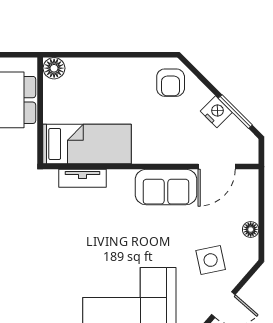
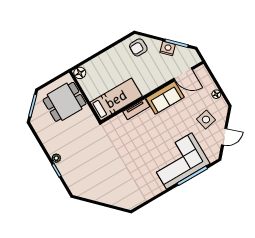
armchair: (171, 83) -> (138, 47), turned 90
door: (217, 167) -> (183, 74), hinge flipped
tv unit: (82, 178) -> (136, 109), moved

